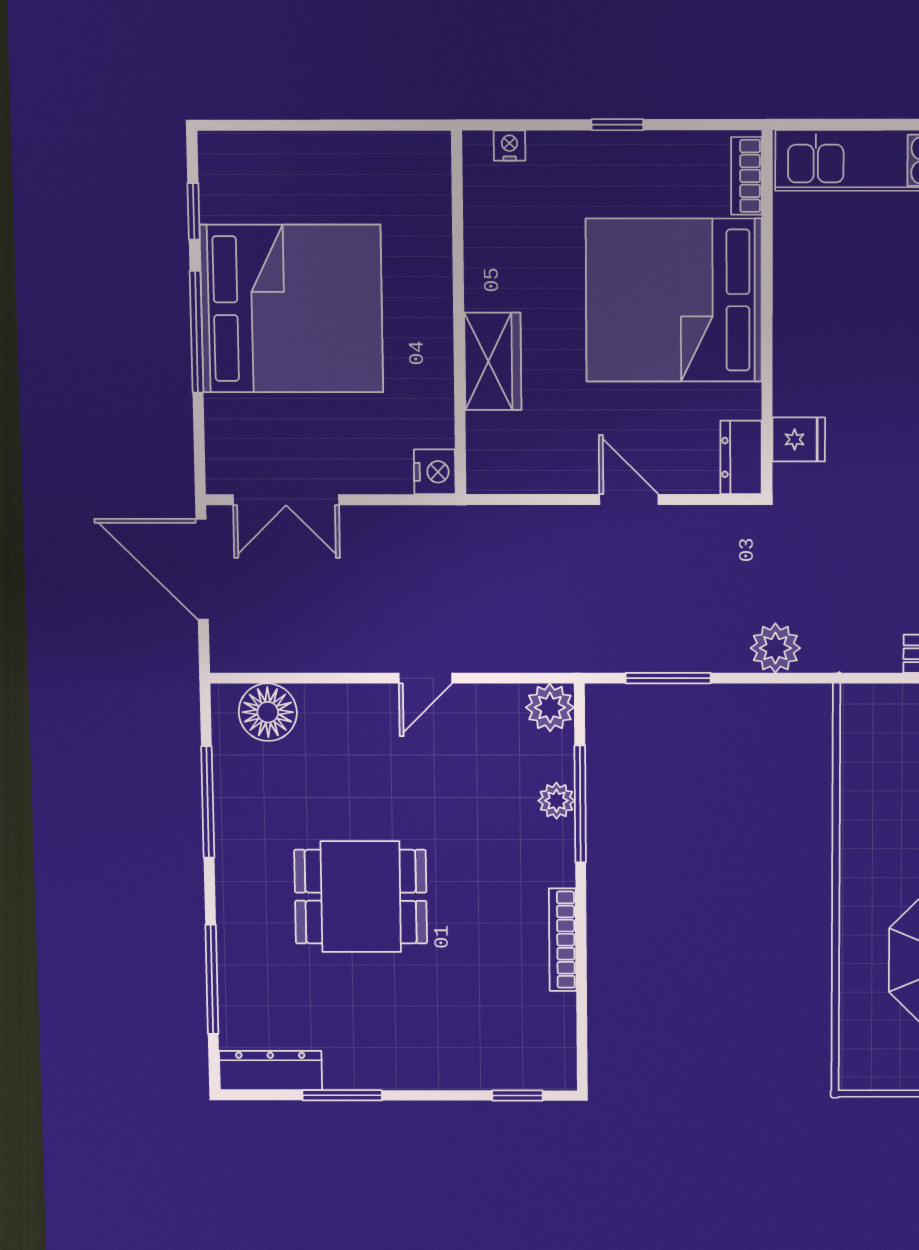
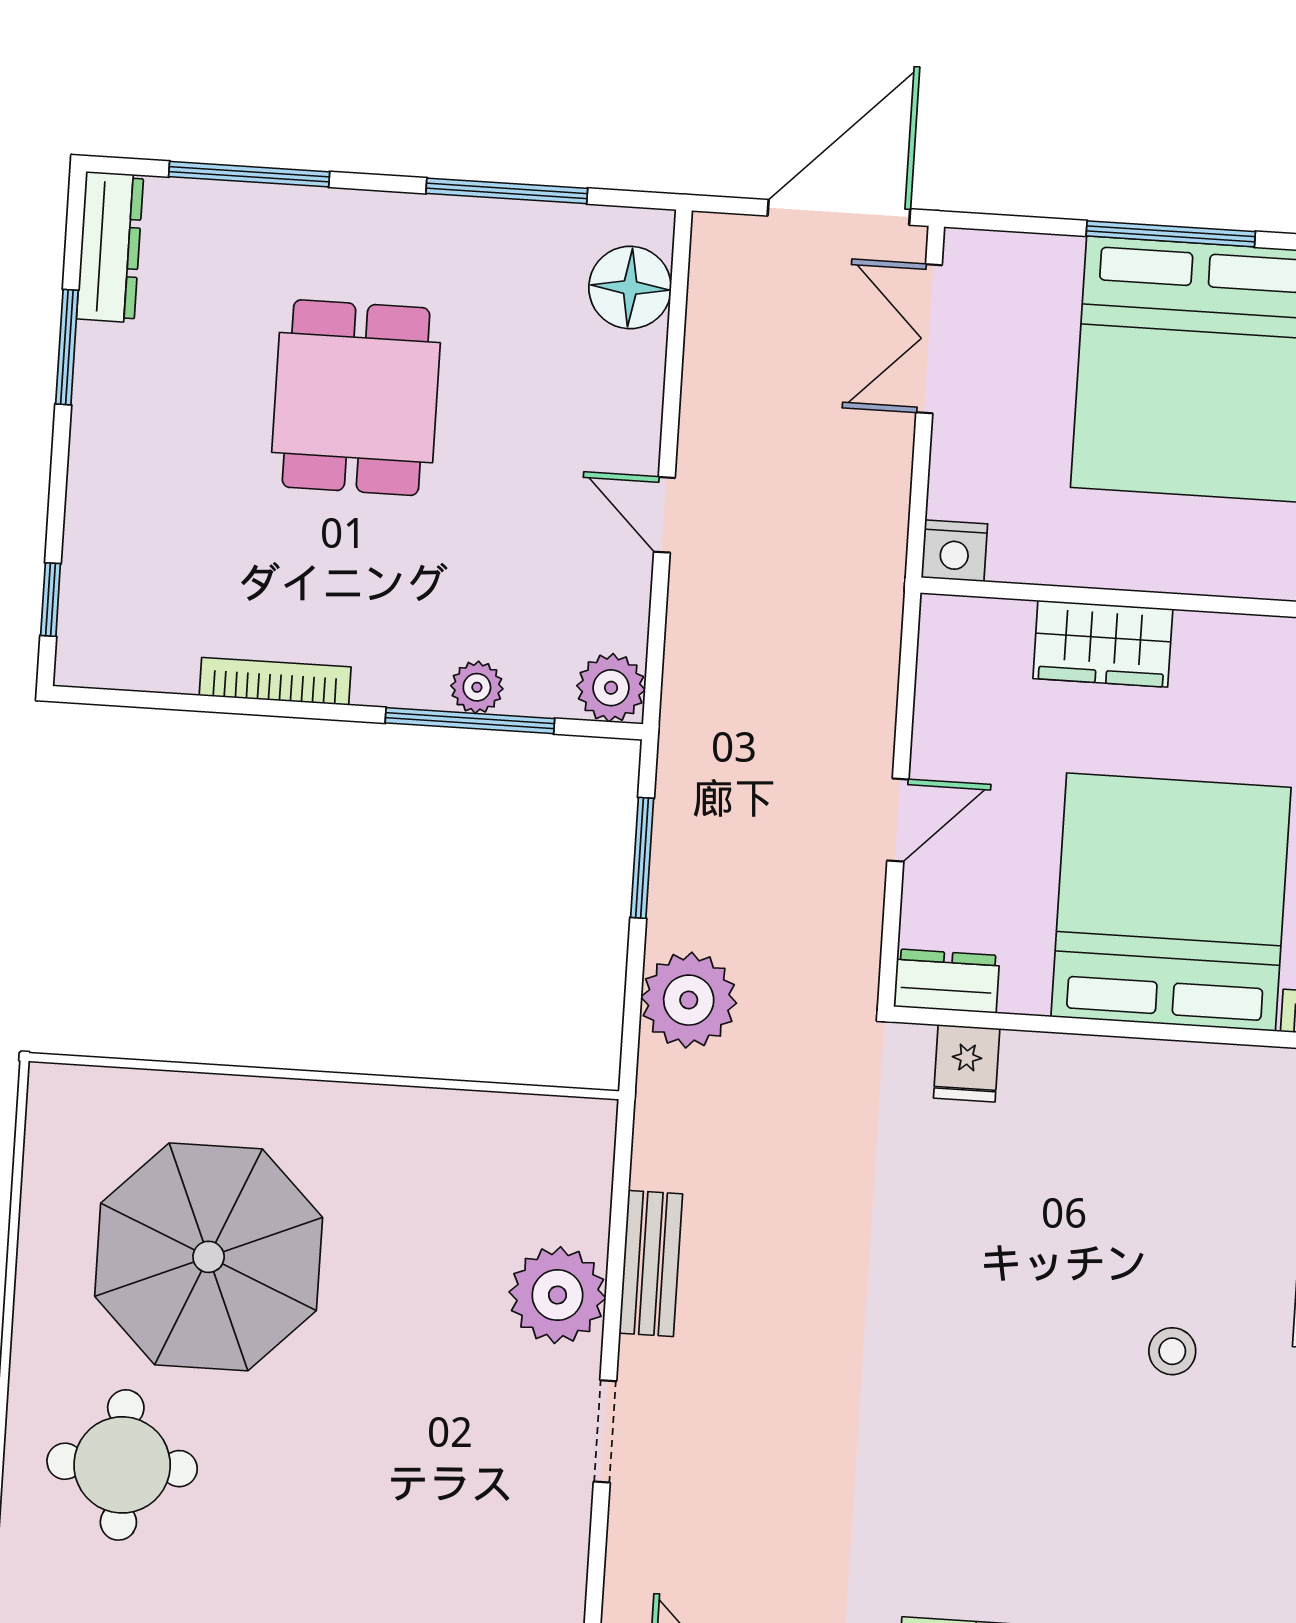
plant: (775, 648) -> (689, 1000), width x1.36, depth x1.36

